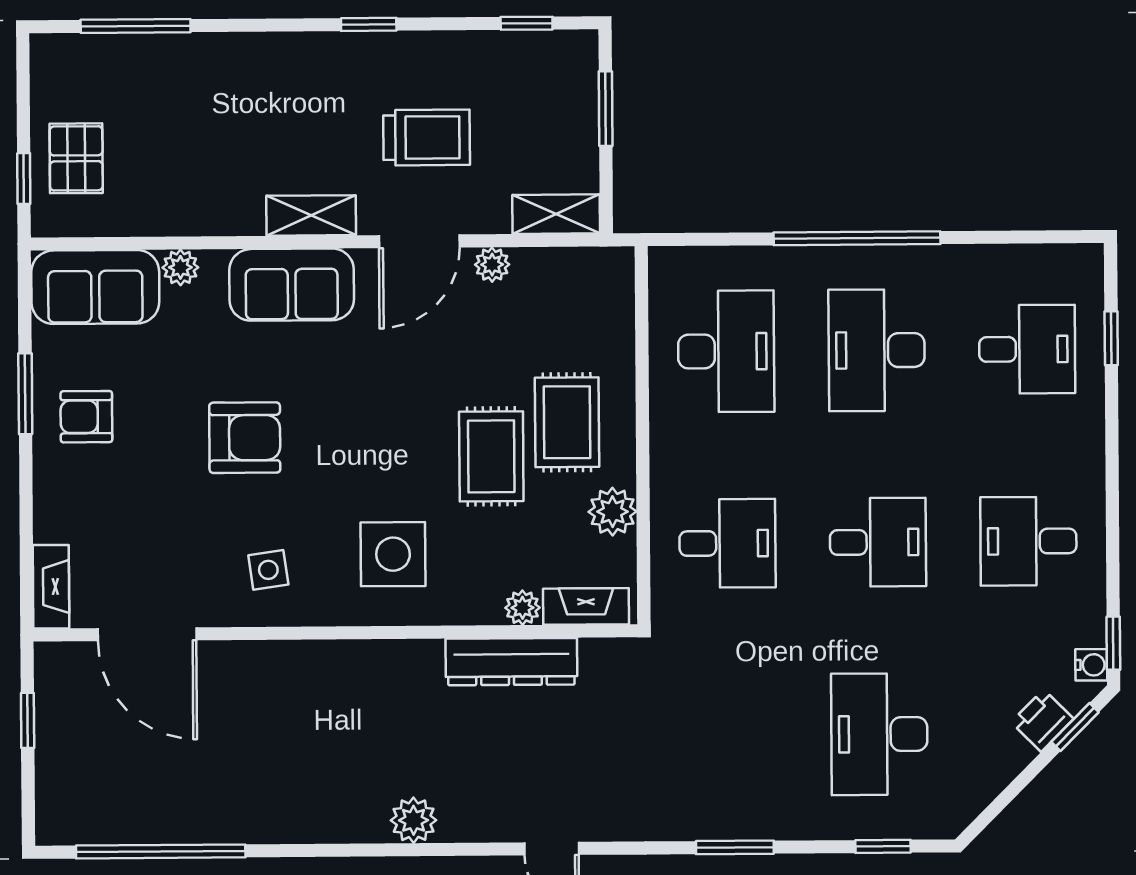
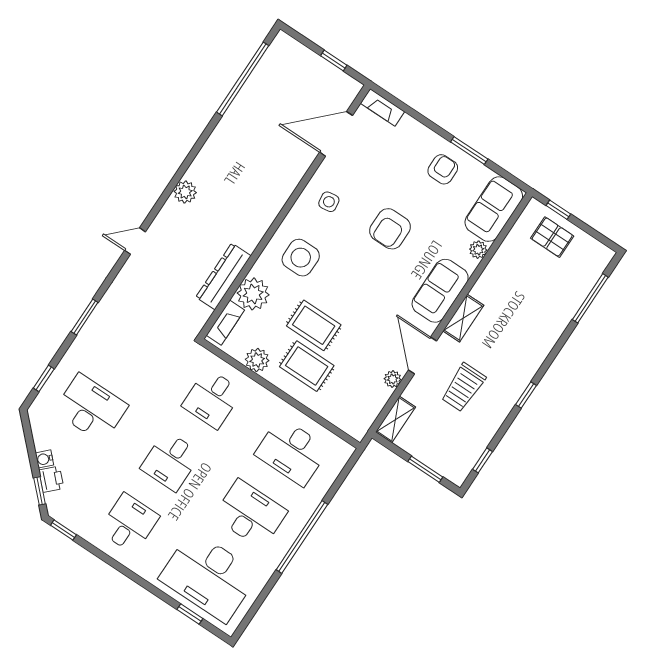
desk: (1027, 349) -> (209, 576), width x1.87, depth x1.30
plant: (522, 608) -> (253, 294), width x1.87, depth x1.87
water cooler: (1091, 665) -> (44, 459), moved, turned 45

